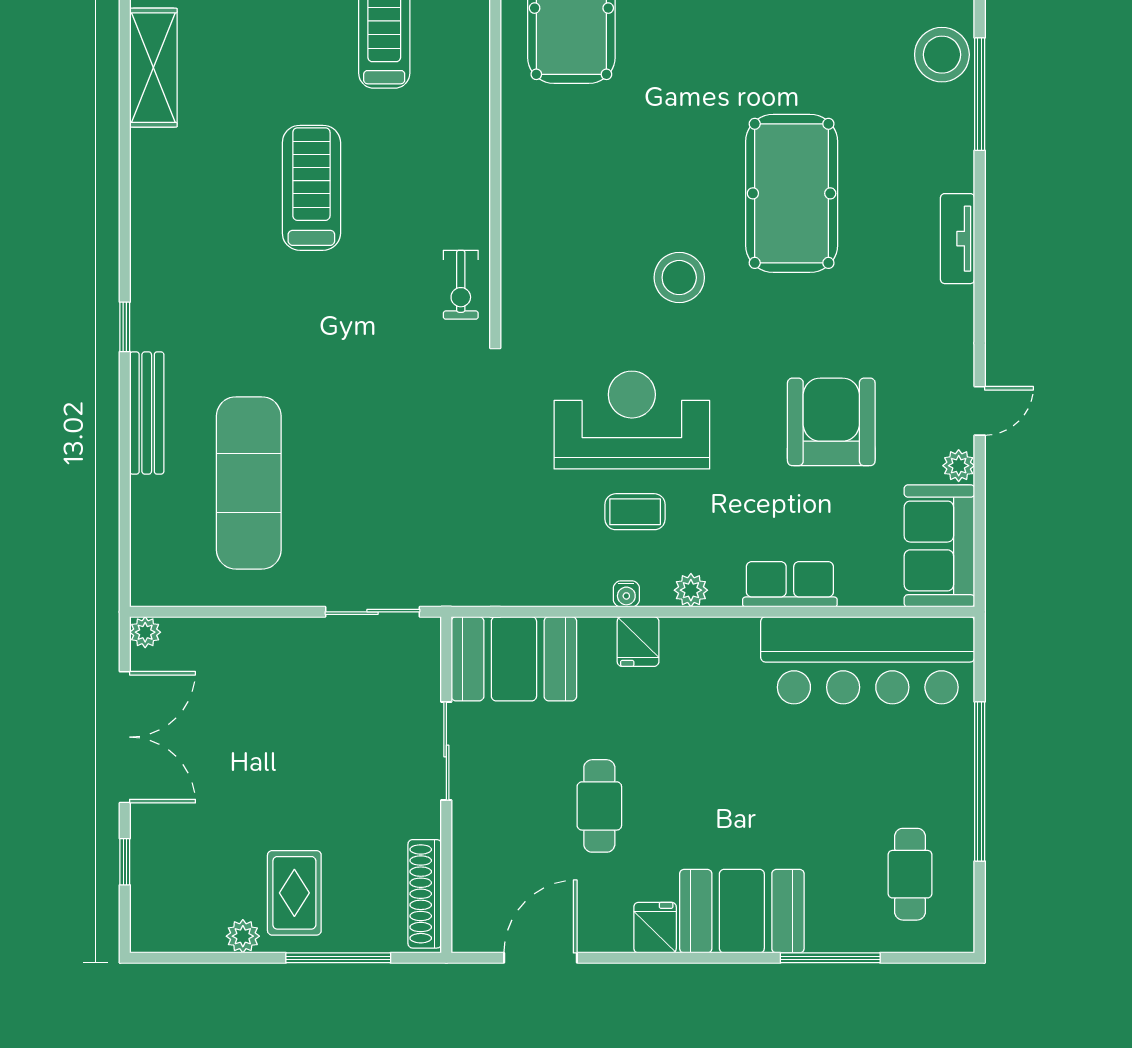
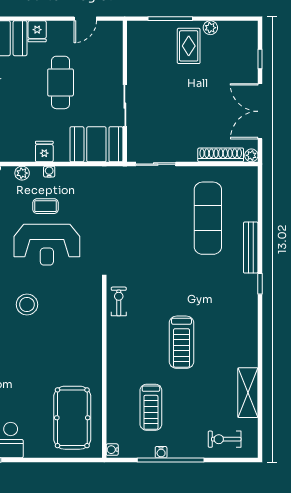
cafe table: (599, 806) -> (61, 82), width x1.37, depth x1.35
shoe rack: (425, 894) -> (221, 155), moved, turned -90
door: (540, 958) -> (85, 19), width x0.73

